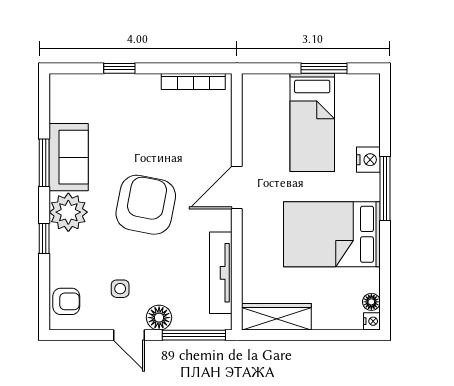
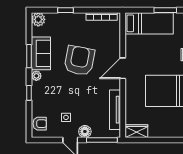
plant: (63, 88) -> (38, 19), added
bed: (312, 122) -> (149, 23), moved, turned -90
armchair: (146, 205) -> (79, 61), moved
plant: (68, 212) -> (36, 76), width x0.53, depth x0.53
wardrobe: (276, 317) -> (136, 131), width x0.67

